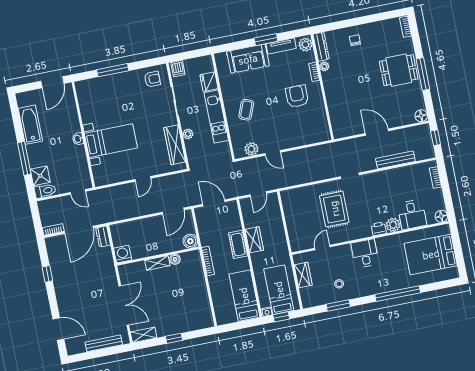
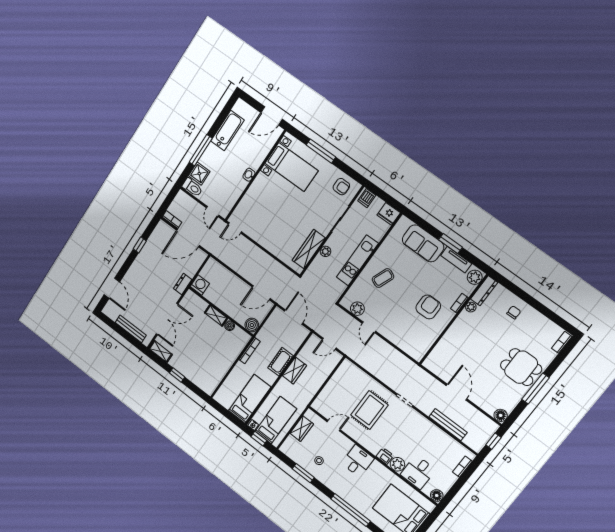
fridge: (209, 82) -> (389, 214), moved, turned -90
bed with nightstands: (111, 141) -> (291, 167), moved
door: (143, 179) -> (235, 228), moved
dresser: (103, 236) -> (183, 284), moved

